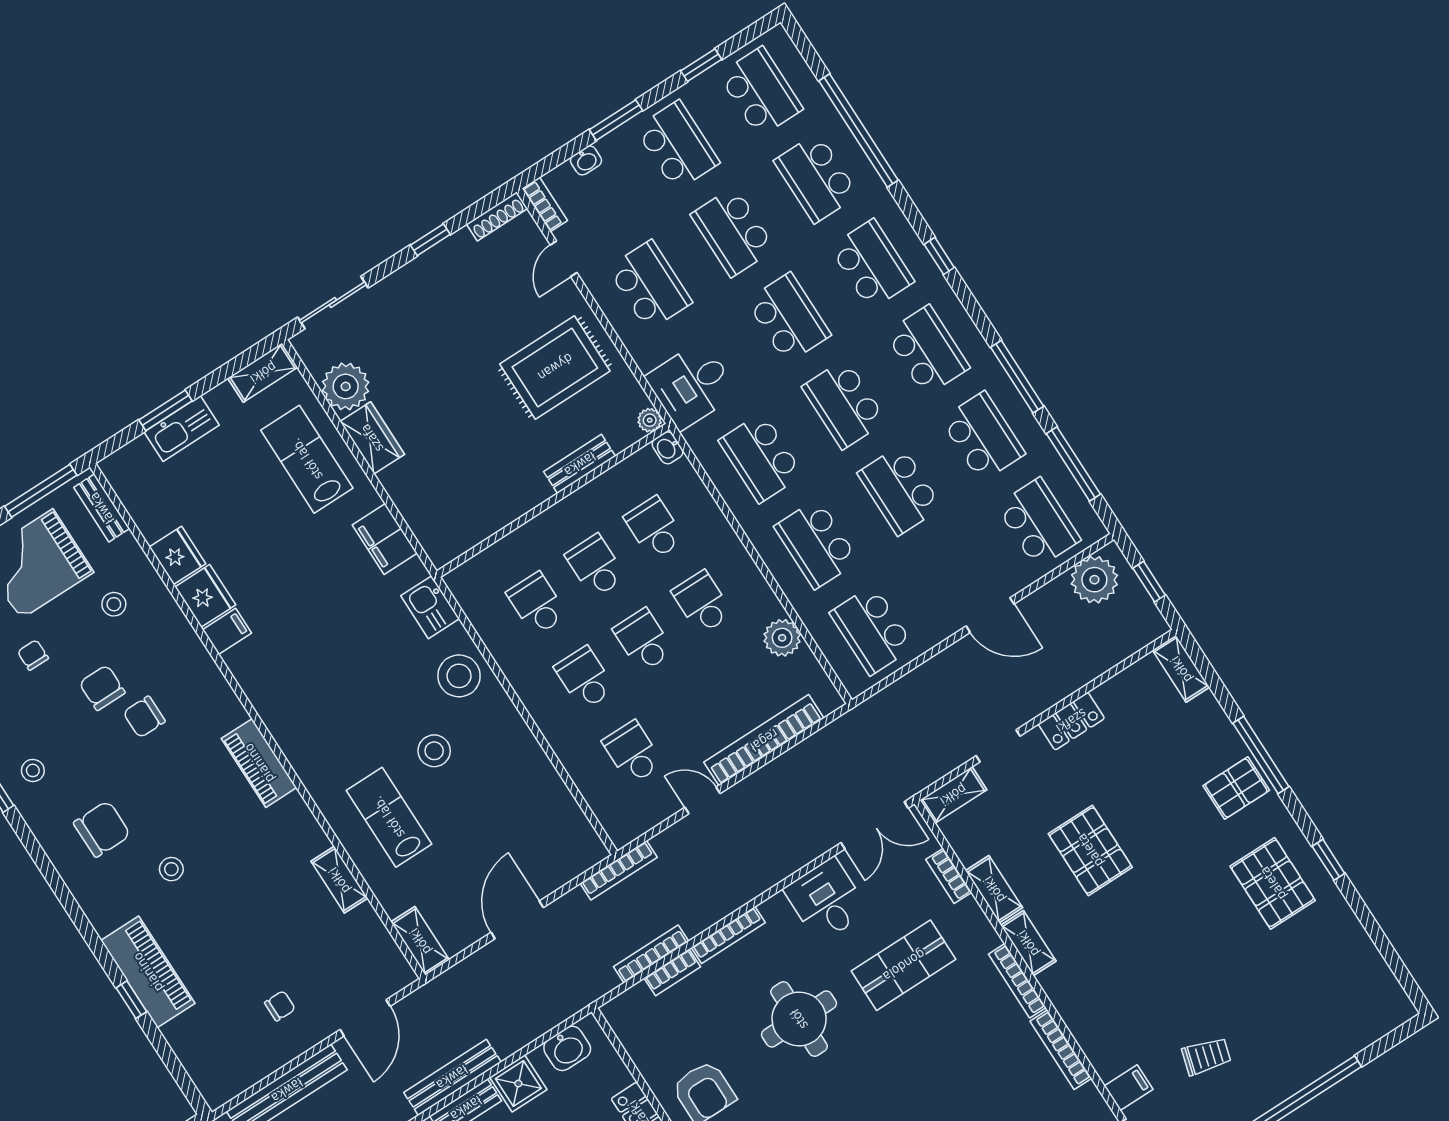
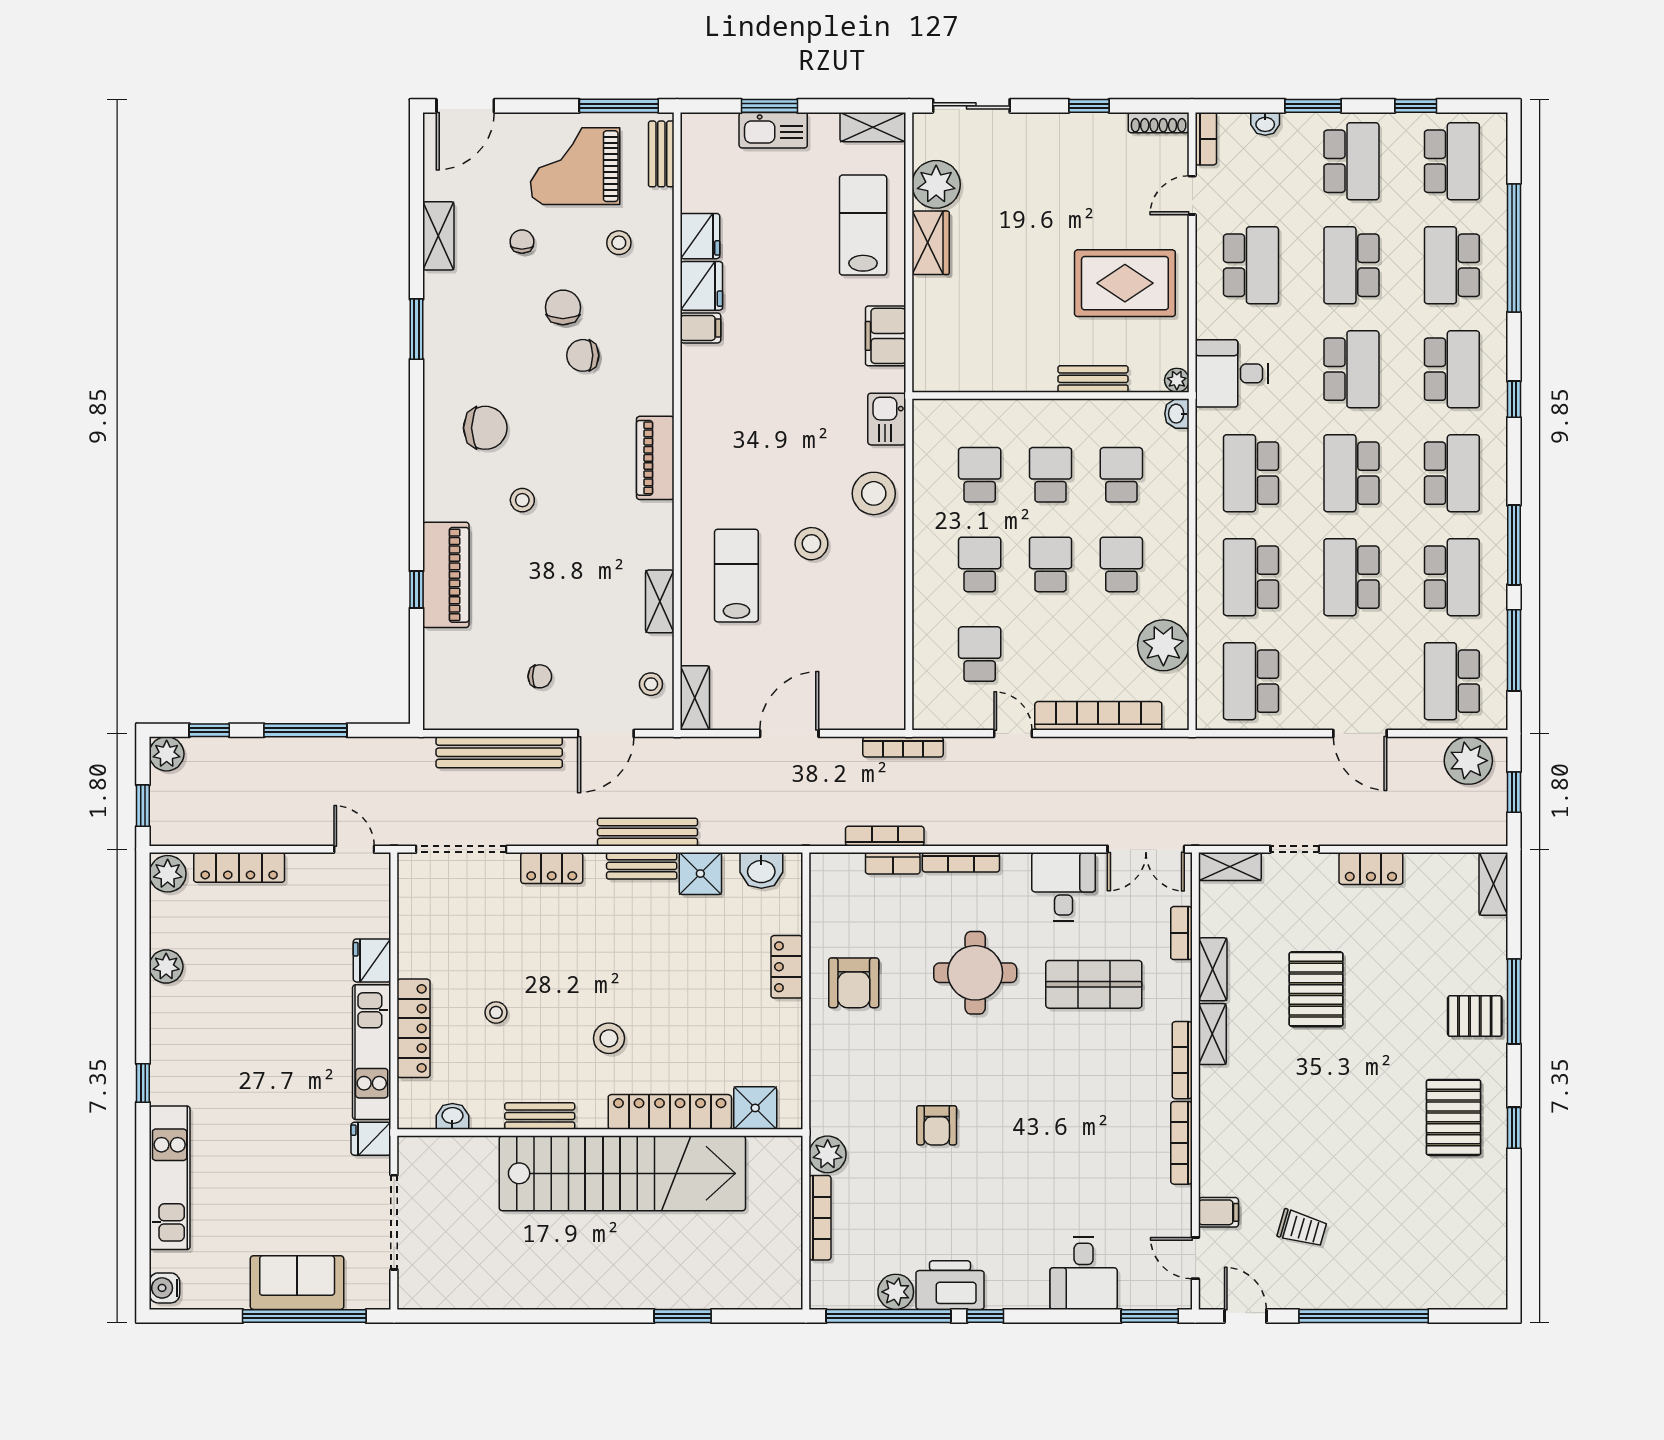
school desk: (1038, 523) -> (1452, 681), turned 180
plant: (782, 638) -> (1163, 645), width x1.36, depth x1.36
stool: (33, 770) -> (651, 684), moved

